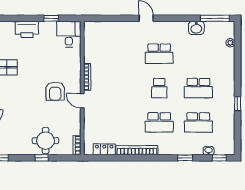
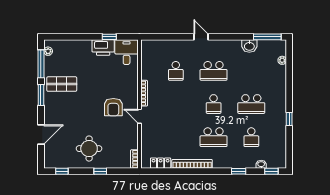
printer: (27, 29) -> (103, 47), moved
school desk: (120, 54) -> (176, 71), added
school desk: (198, 122) -> (251, 137), width x0.54
round table: (46, 141) -> (89, 149), moved

